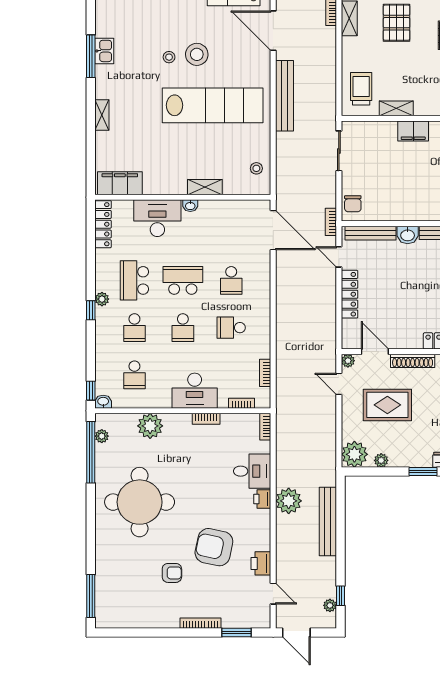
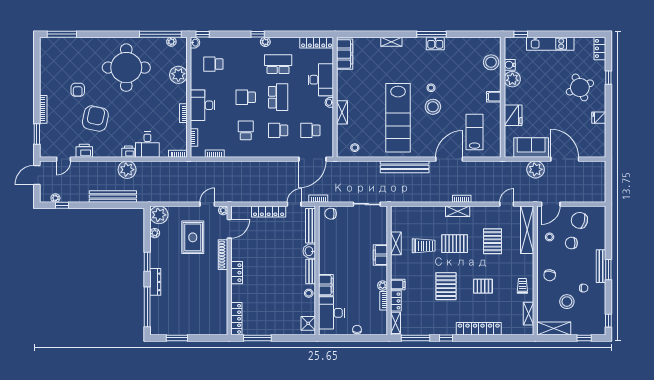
trolley: (361, 89) -> (424, 246), moved
school desk: (134, 328) -> (310, 130), moved

